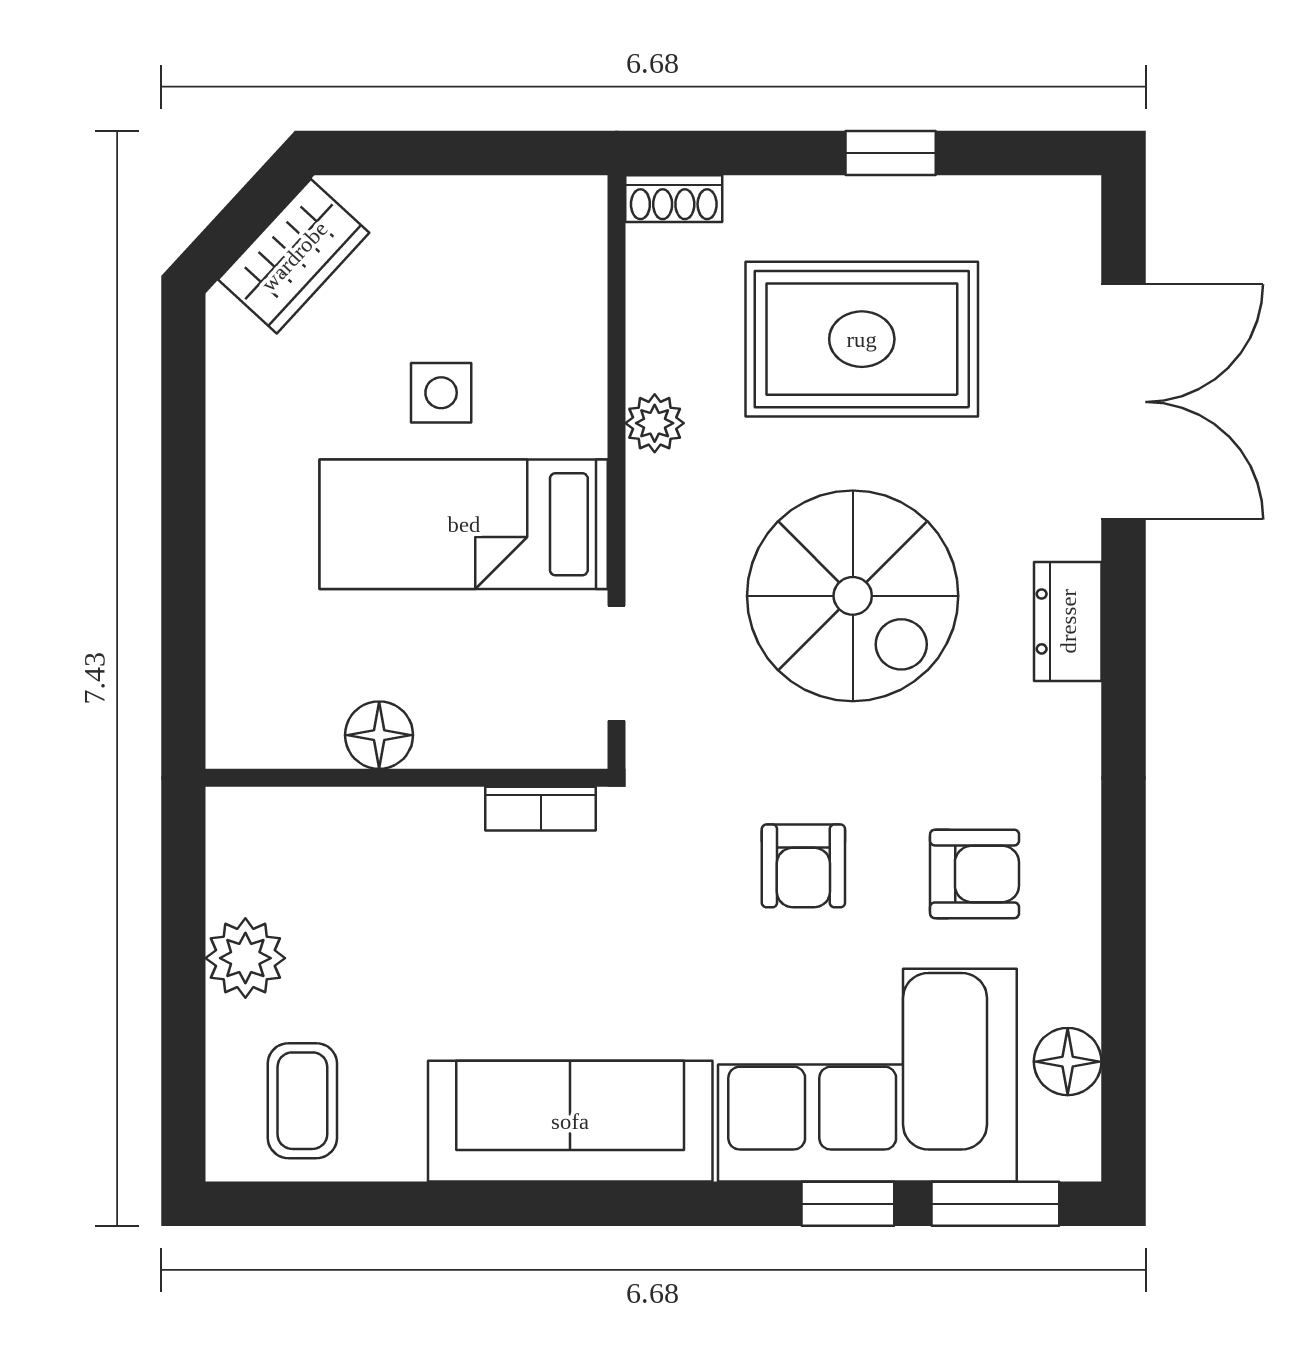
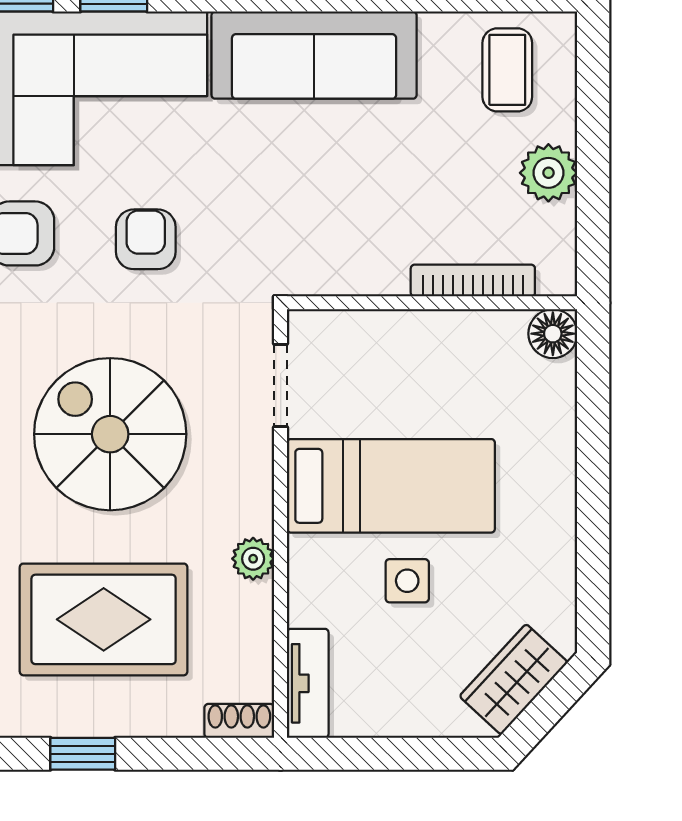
tv unit: (579, 251) -> (308, 683), added
floor lamp: (379, 735) -> (553, 334), moved
bookcase: (541, 809) -> (473, 281), moved, width x1.56

